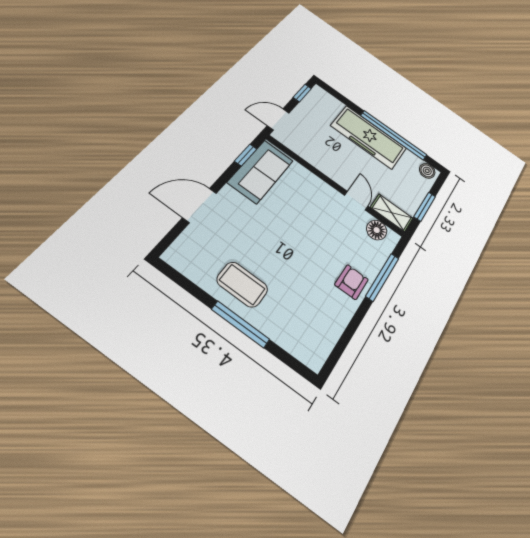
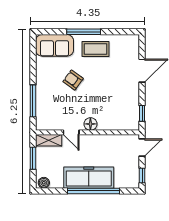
window: (394, 135) -> (93, 191), moved
sofa: (261, 171) -> (54, 45), moved, turned -90
floor lamp: (377, 230) -> (90, 124), moved
armchair: (352, 282) -> (73, 80), moved, turned 126

